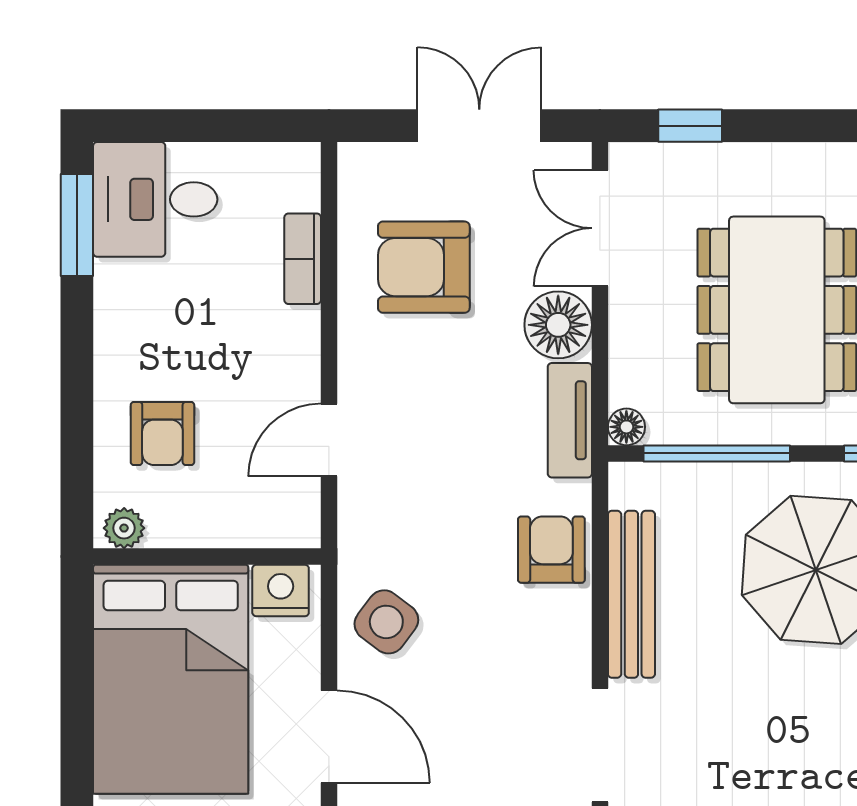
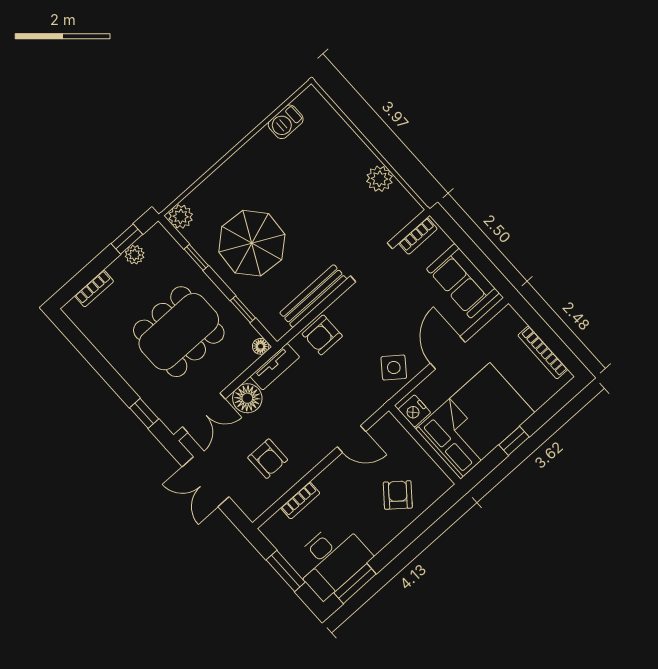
window: (204, 126) -> (286, 571), added
desk: (155, 199) -> (331, 559), width x1.37
armchair: (424, 267) -> (268, 459), width x0.72, depth x0.72
armchair: (162, 433) -> (398, 495), turned -51
window: (717, 453) -> (243, 309), width x0.46
plant: (124, 528) -> (440, 480), removed
window: (77, 715) -> (514, 441), added

